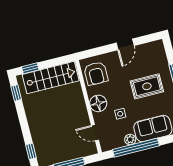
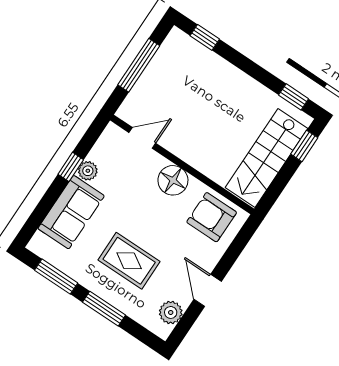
plant: (149, 49) -> (171, 312), added
rug: (147, 86) -> (129, 261), turned 90
side table: (120, 114) -> (132, 193), removed
window: (136, 148) -> (71, 167), width x0.32

